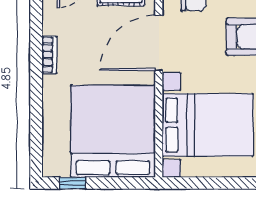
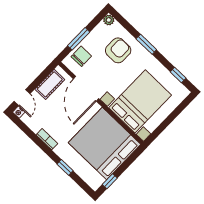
window: (36, 111) -> (65, 167), added

